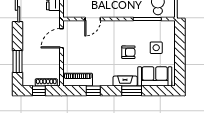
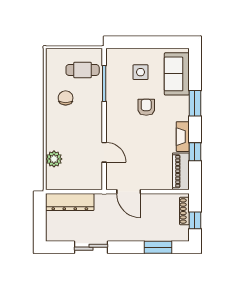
fireplace: (125, 81) -> (183, 137), moved

